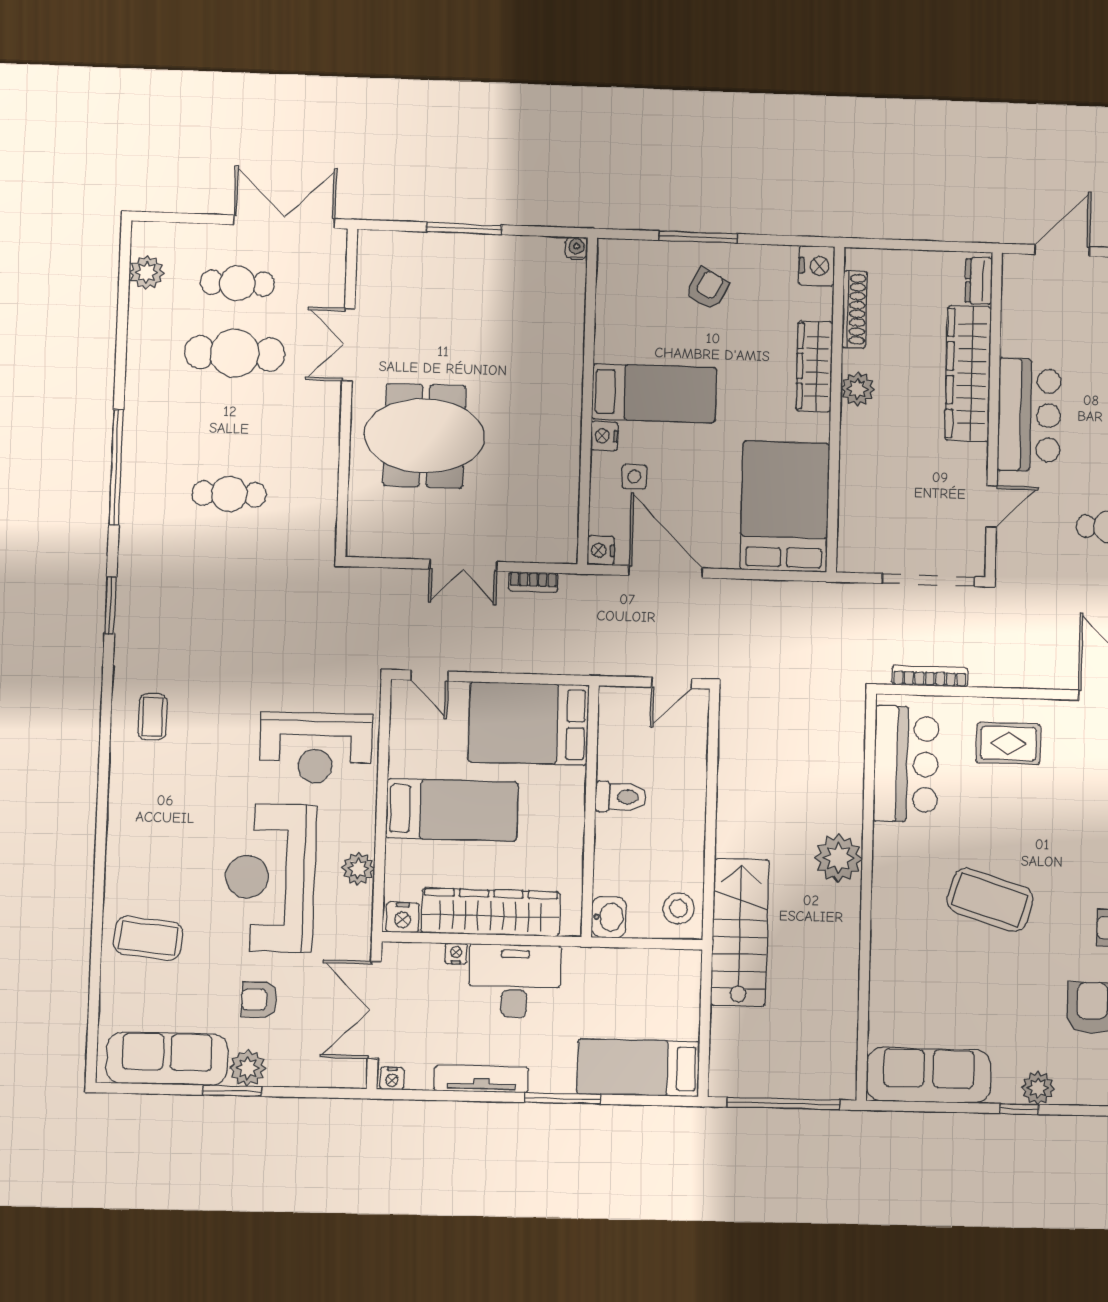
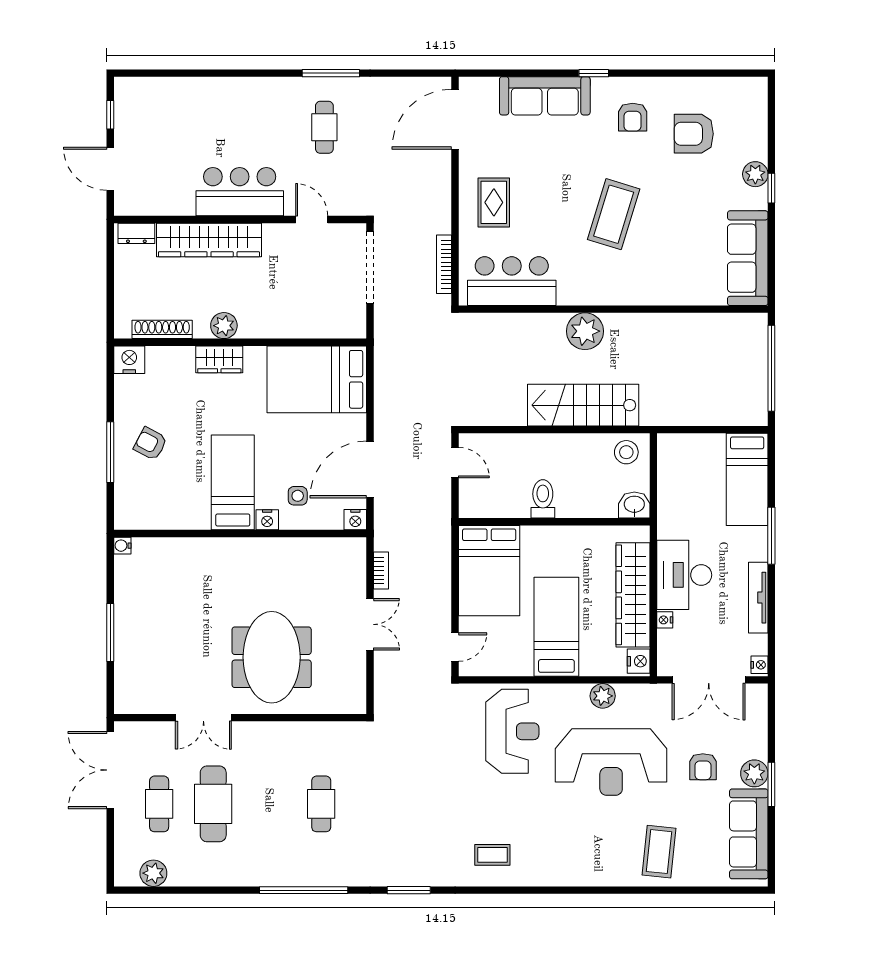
wardrobe: (814, 366) -> (219, 359), width x0.67
stairs: (740, 932) -> (583, 405), moved

